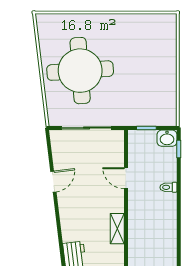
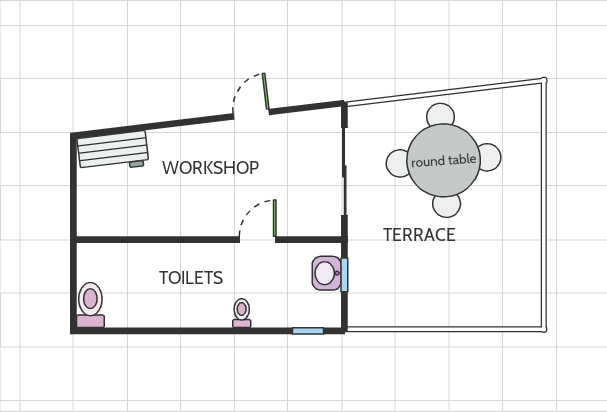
washbasin: (167, 138) -> (327, 273), moved
door: (53, 182) -> (251, 114), swing flipped
shelving: (117, 229) -> (170, 225), removed

